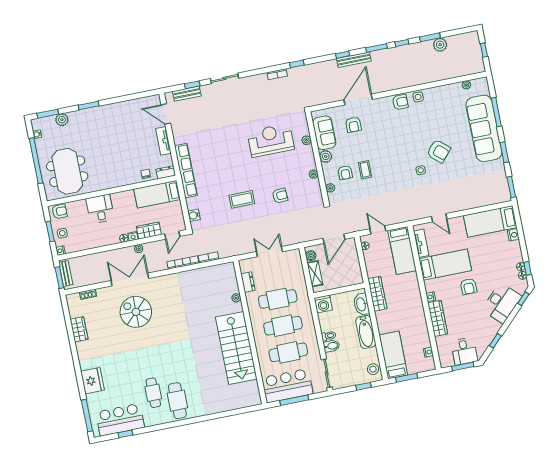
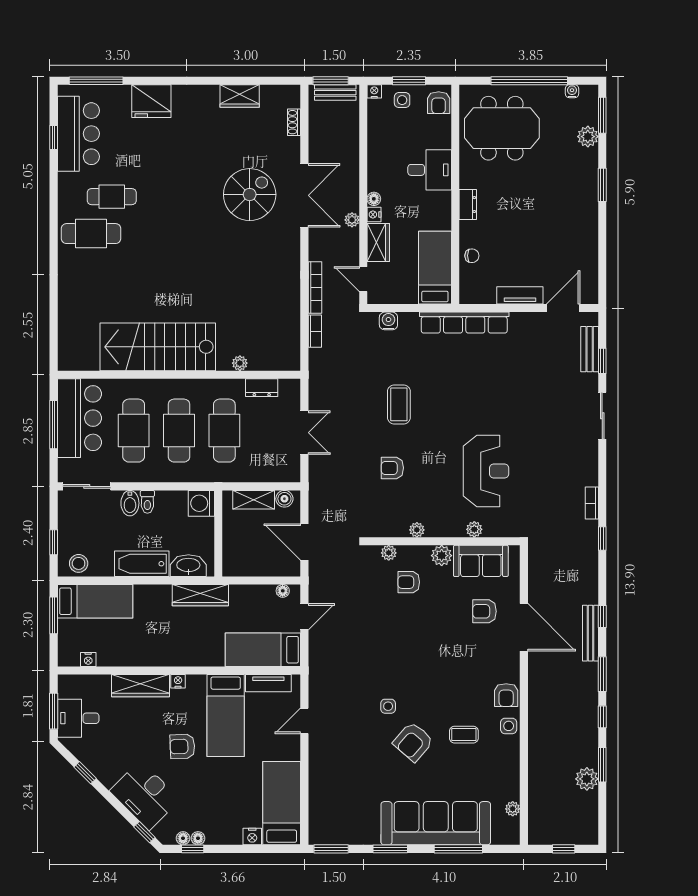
coffee table: (365, 170) -> (464, 735), moved
dresser: (166, 172) -> (468, 205), moved
armchair: (280, 196) -> (392, 468), turned 94

